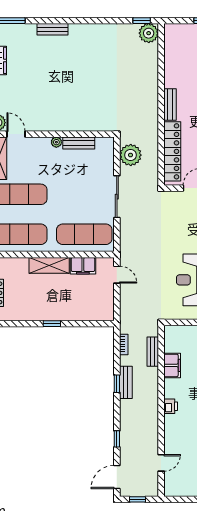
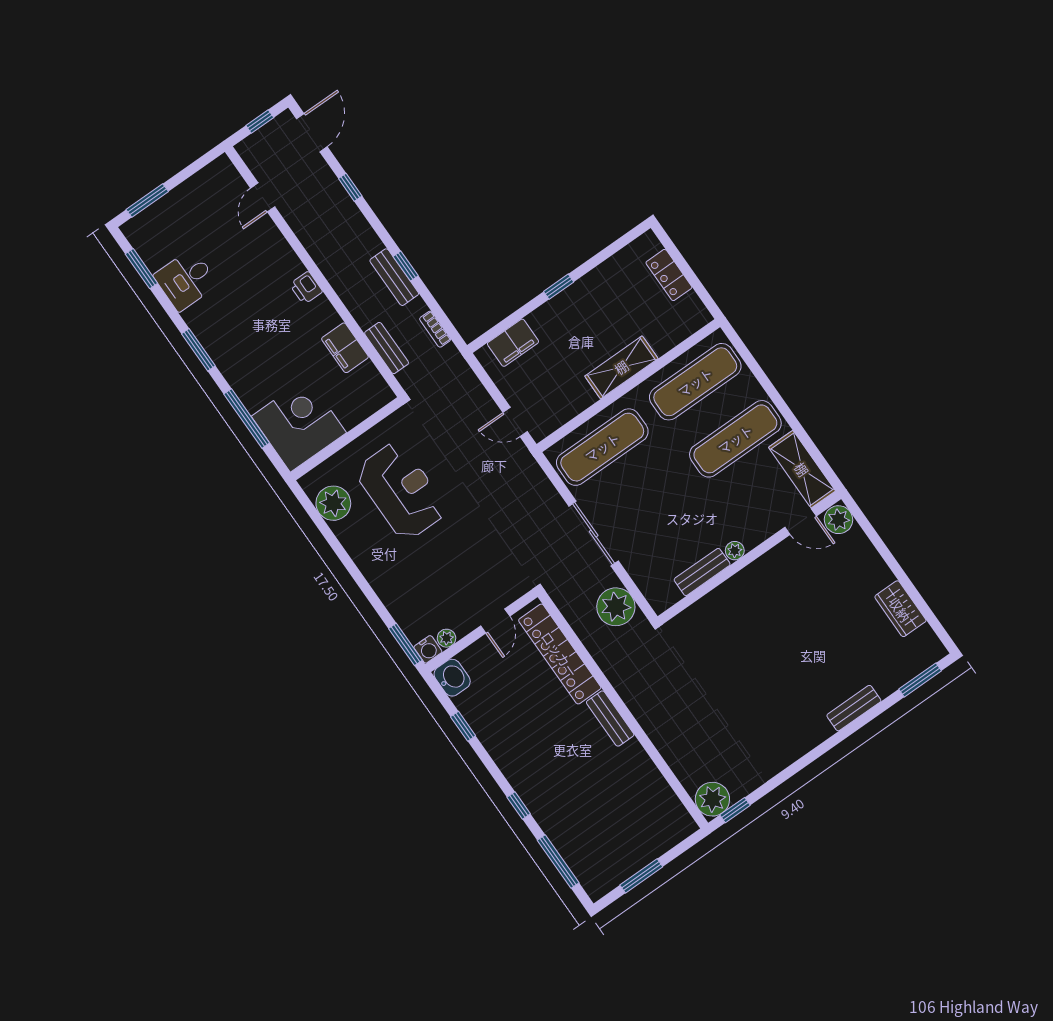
filing cabinet: (83, 266) -> (513, 343), moved, turned 180

